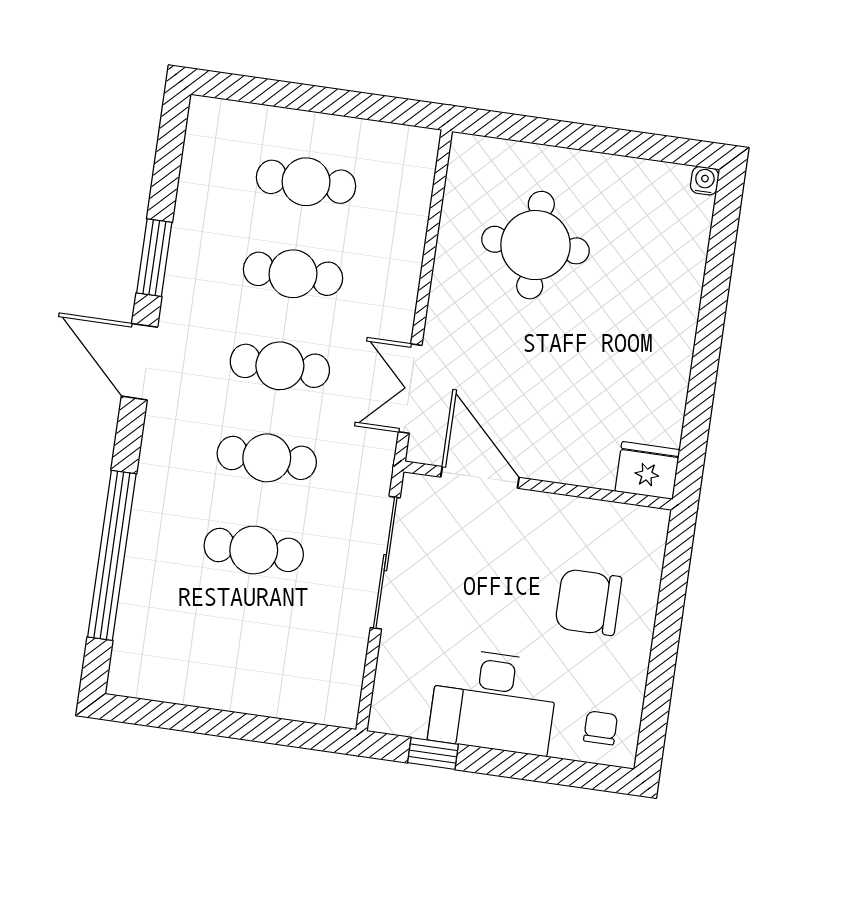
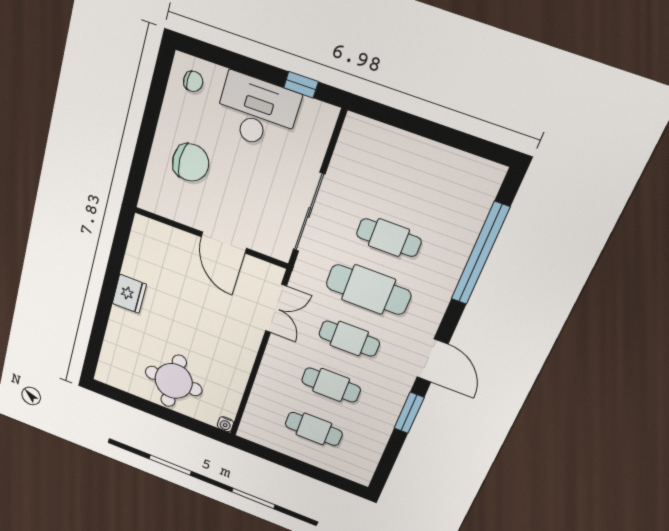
water cooler: (705, 181) -> (225, 424), moved
round table: (535, 245) -> (174, 381), moved
cafe table: (267, 458) -> (368, 290), width x1.37, depth x1.35
fridge: (647, 471) -> (129, 294), moved, turned -90
door: (480, 477) -> (224, 243), moved
chair: (601, 728) -> (193, 81), turned -90

